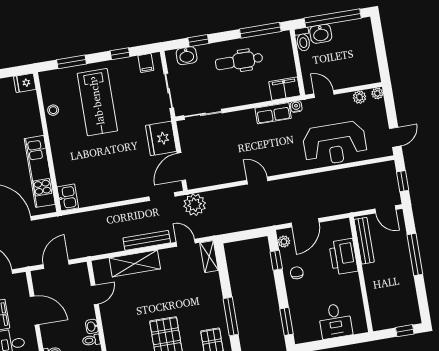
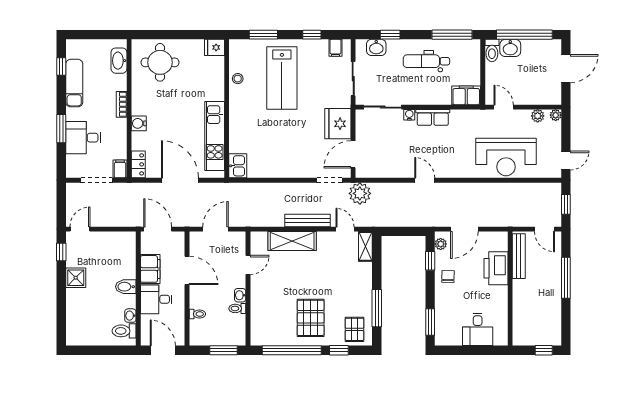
door: (380, 45) -> (566, 69), added
water cooler: (296, 107) -> (409, 115), moved
row of seats: (273, 113) -> (433, 117), moved

